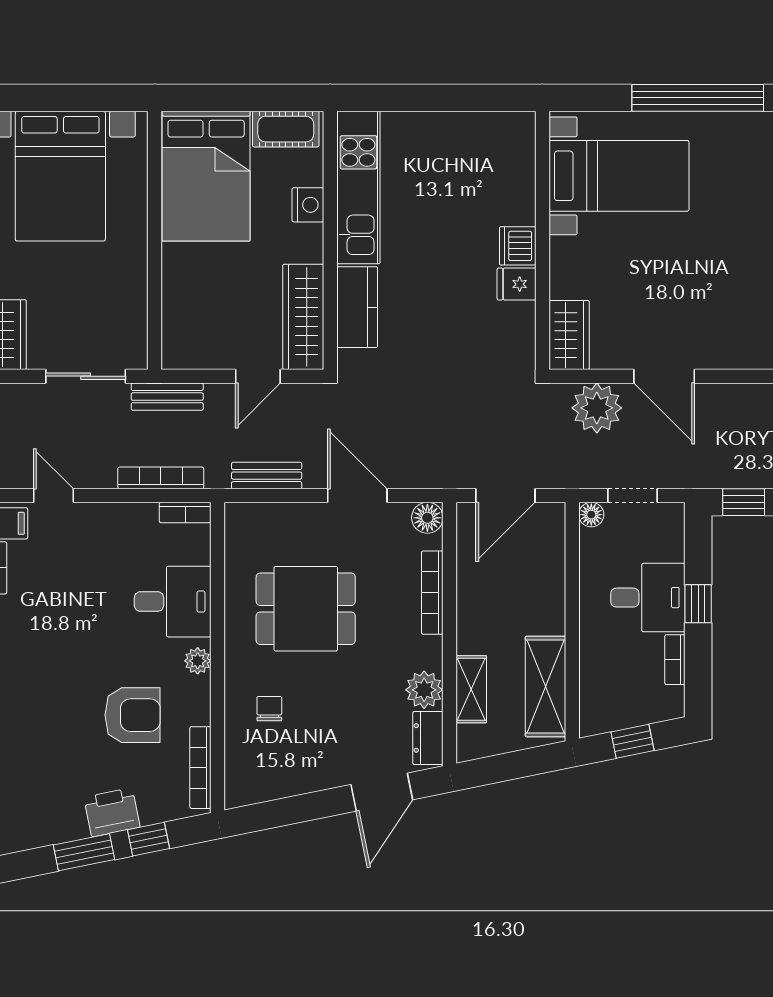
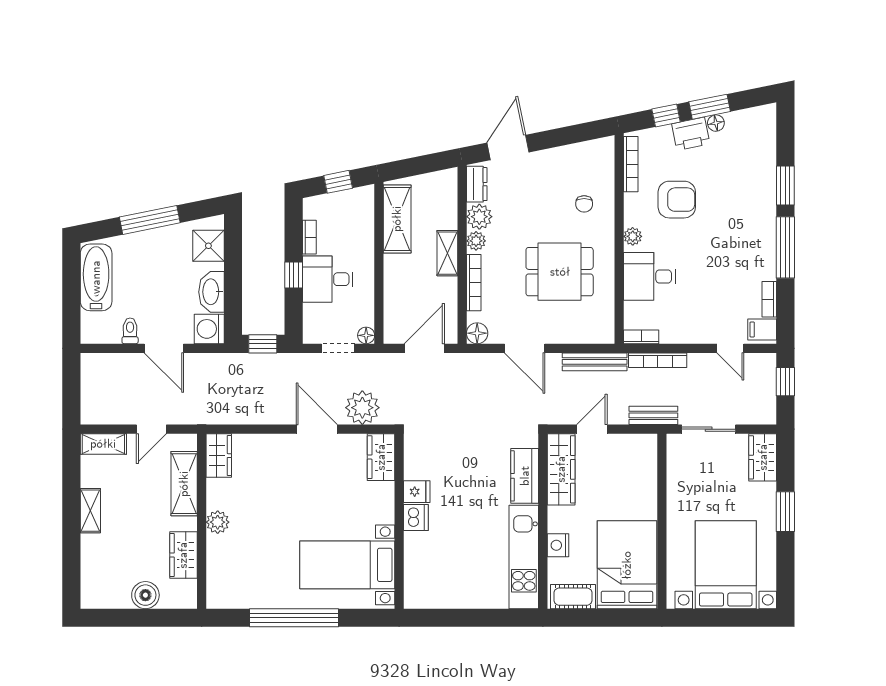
bench: (267, 476) -> (595, 362), width x1.36
plant: (429, 654) -> (476, 241), added
shelving: (471, 689) -> (447, 253), moved
armchair: (133, 715) -> (677, 200), turned 180
floor lamp: (75, 828) -> (716, 123), added

